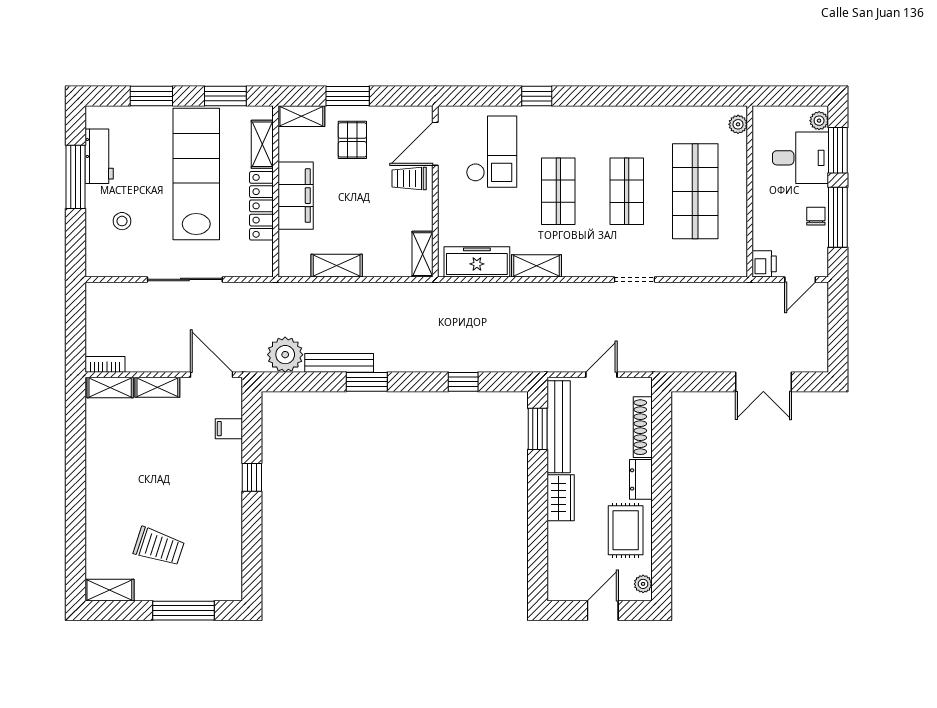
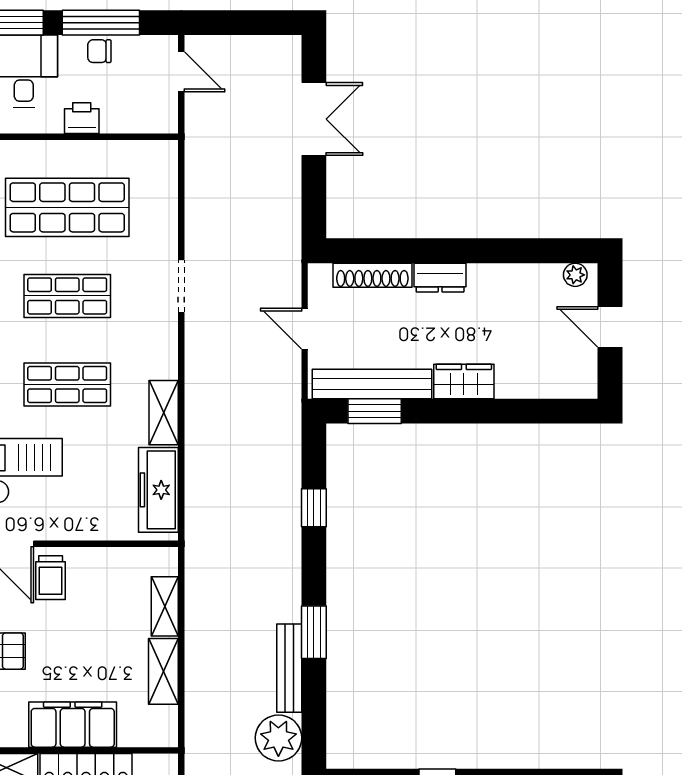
shelving: (423, 254) -> (165, 606), moved, turned 90
printer: (764, 264) -> (82, 118), moved
rug: (626, 530) -> (506, 297), removed

